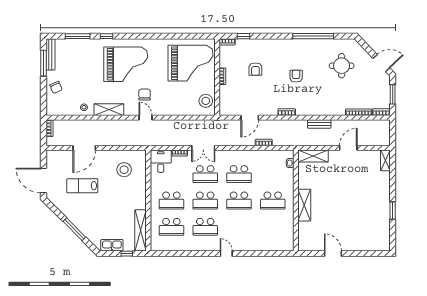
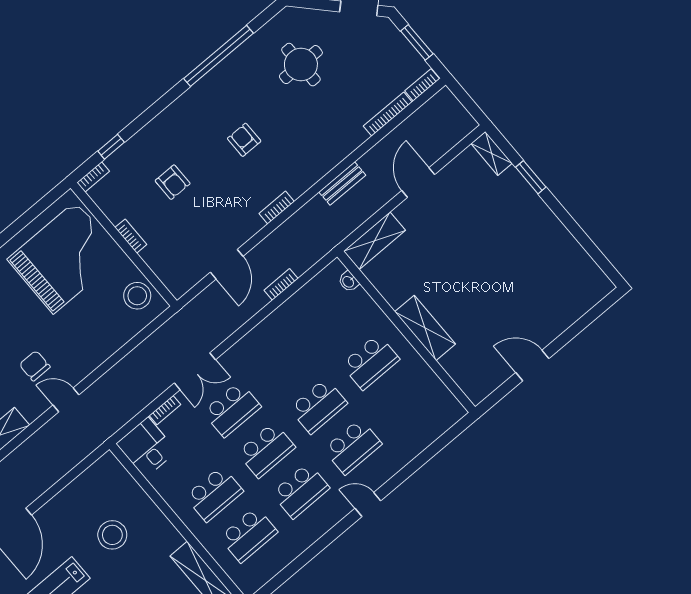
stool: (124, 170) -> (112, 535), moved
school desk: (239, 174) -> (353, 447), moved
window: (393, 210) -> (531, 177), moved

